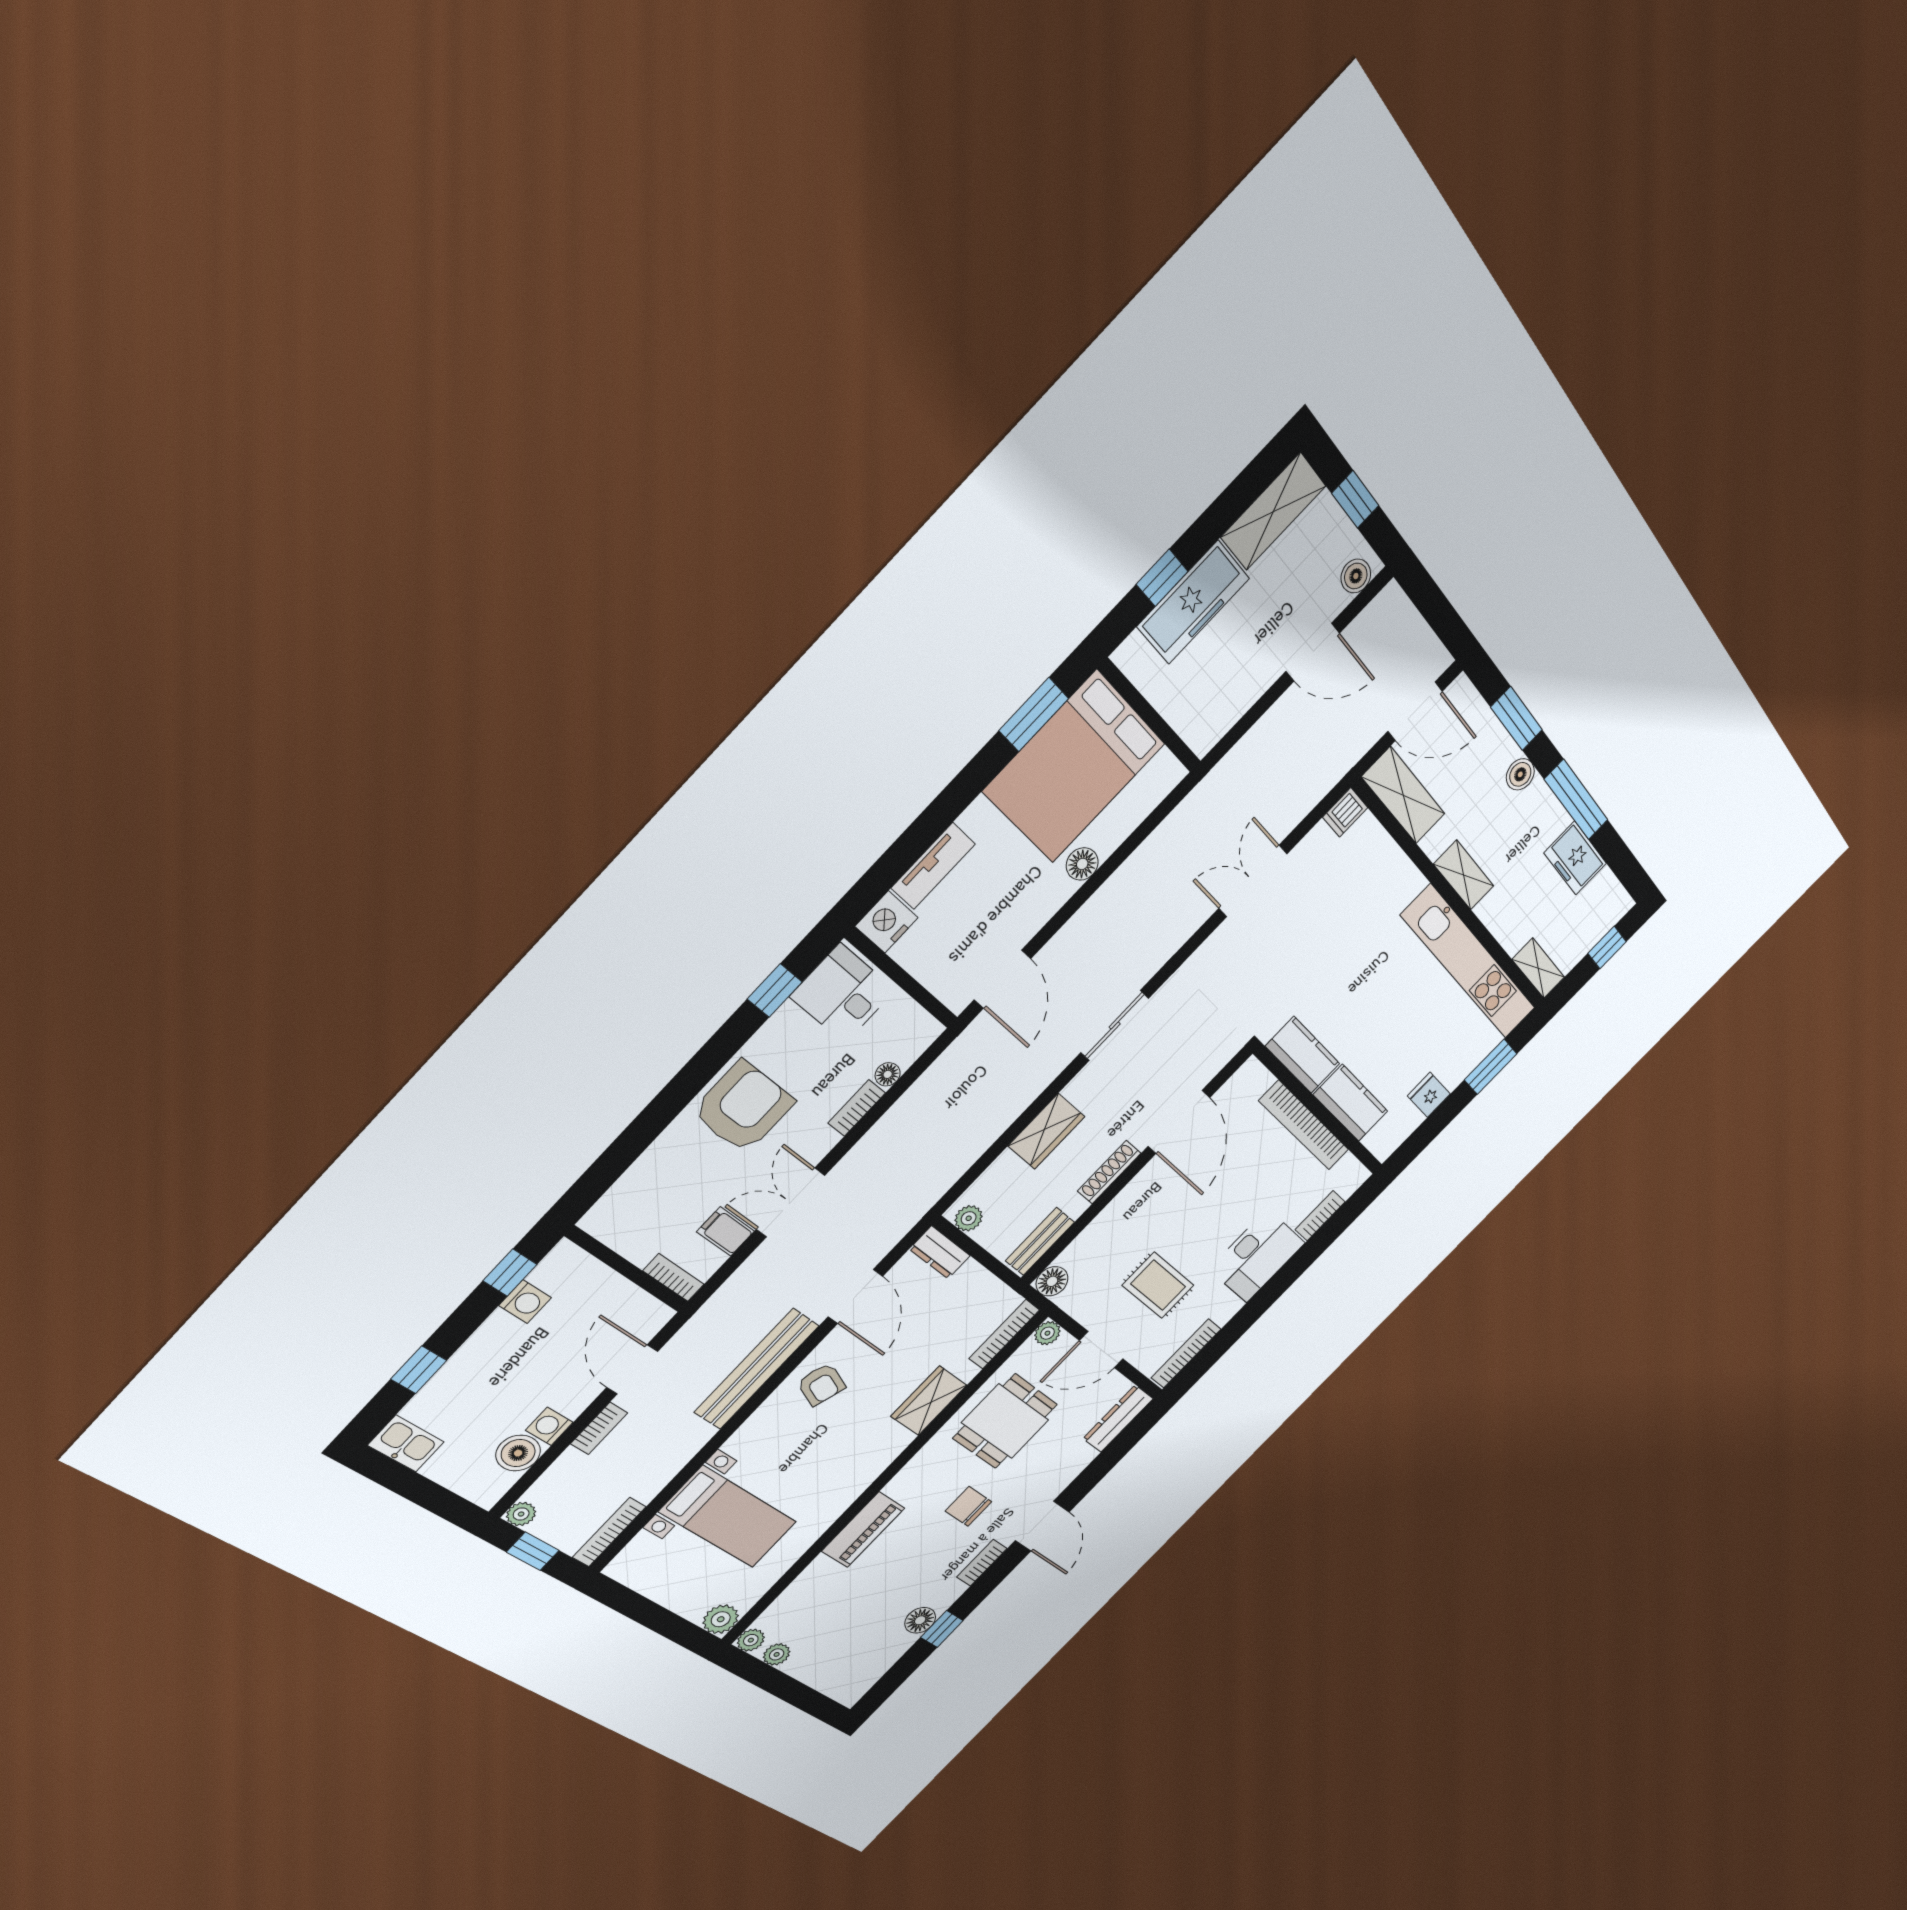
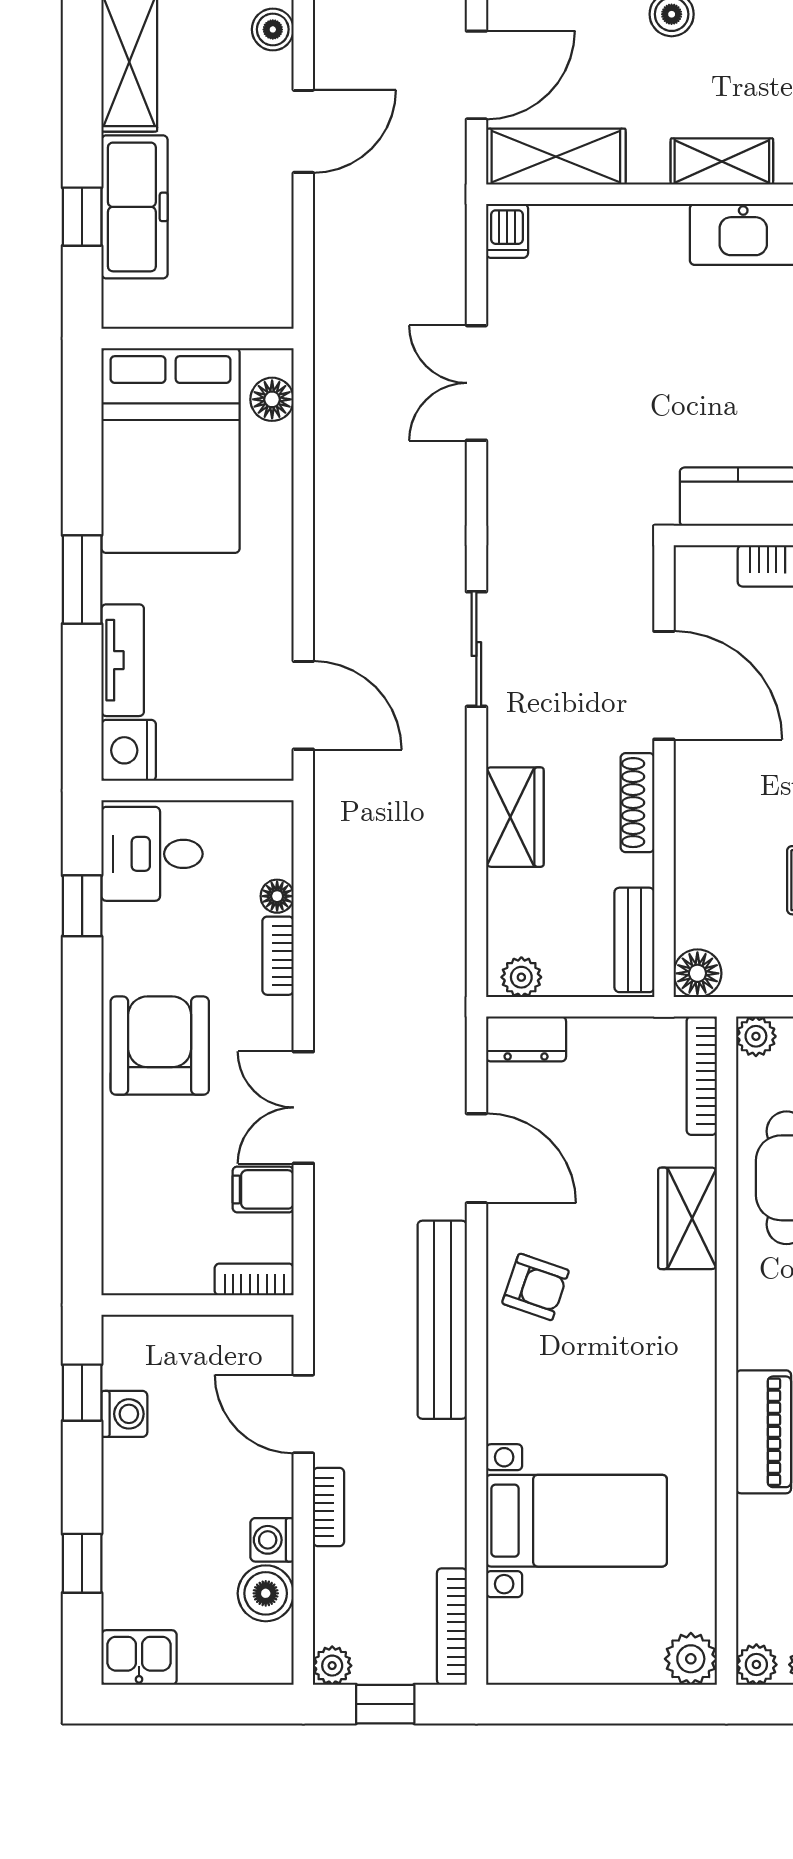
window: (1034, 715) -> (82, 579), moved
floor lamp: (1082, 864) -> (272, 399), moved

